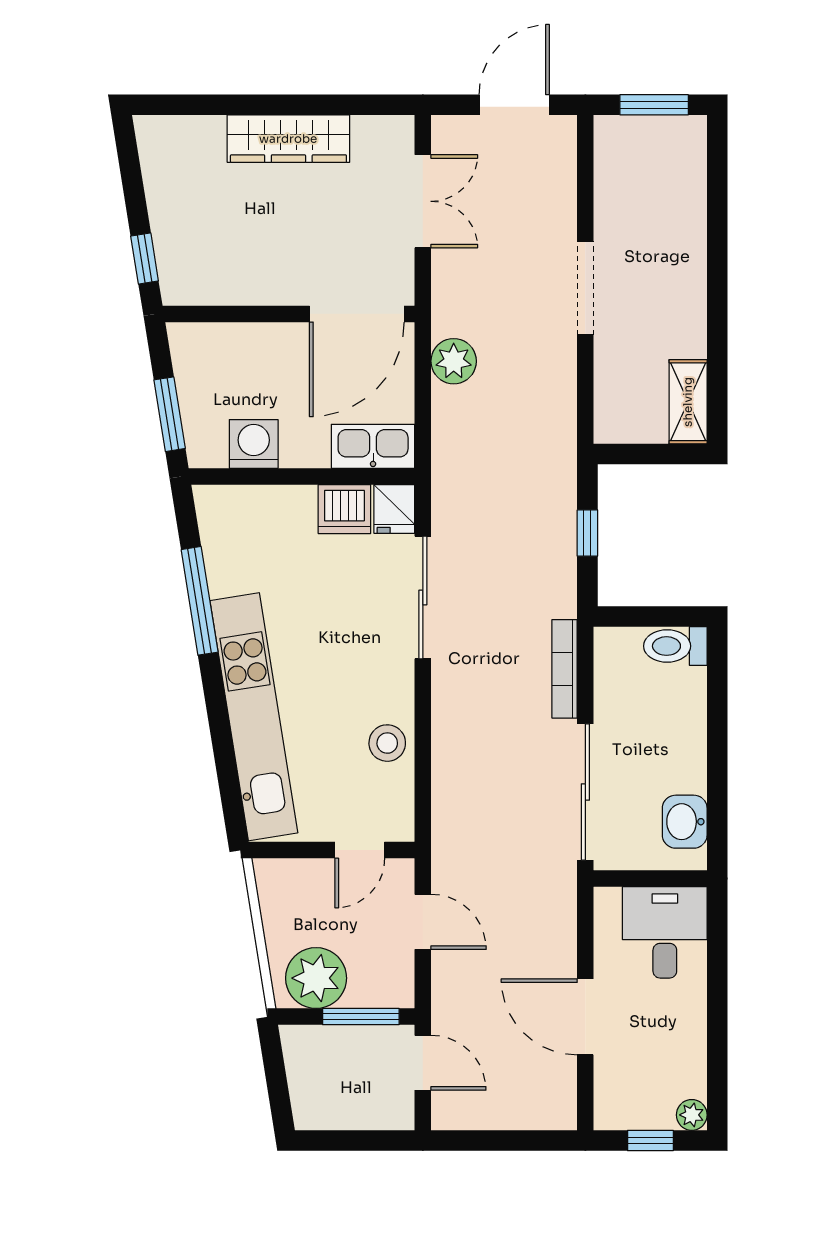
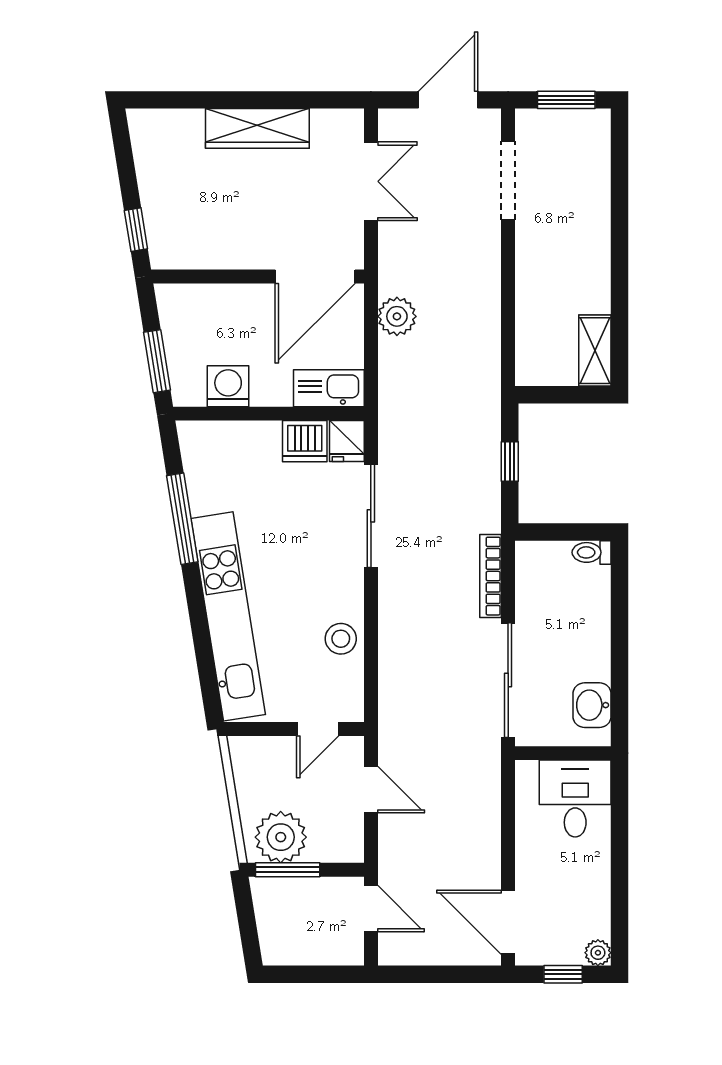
doorway: (585, 288) -> (508, 181), moved
toilet: (675, 646) -> (592, 552), width x0.73, depth x0.72
window: (361, 1017) -> (288, 870), moved
door: (585, 1017) -> (508, 922), moved

